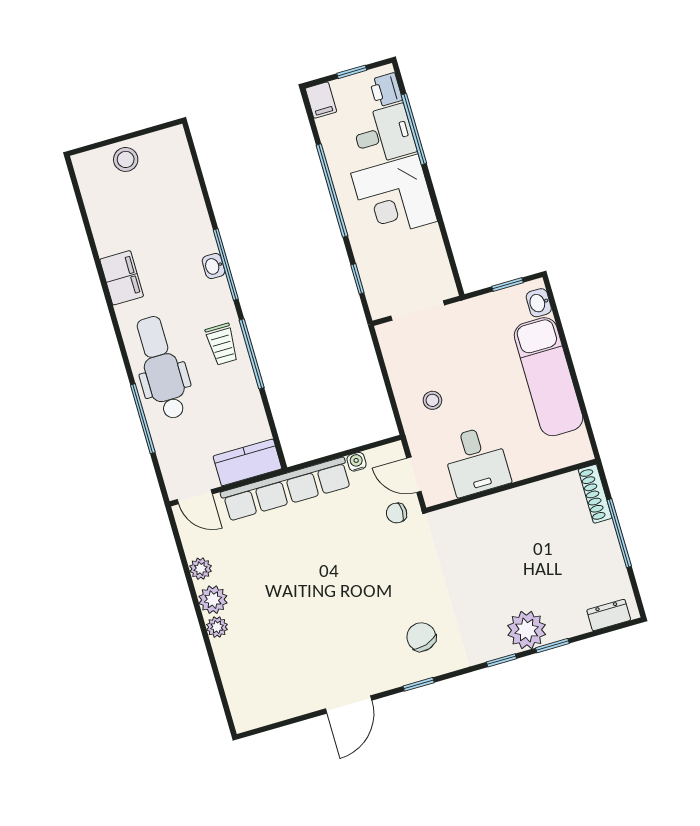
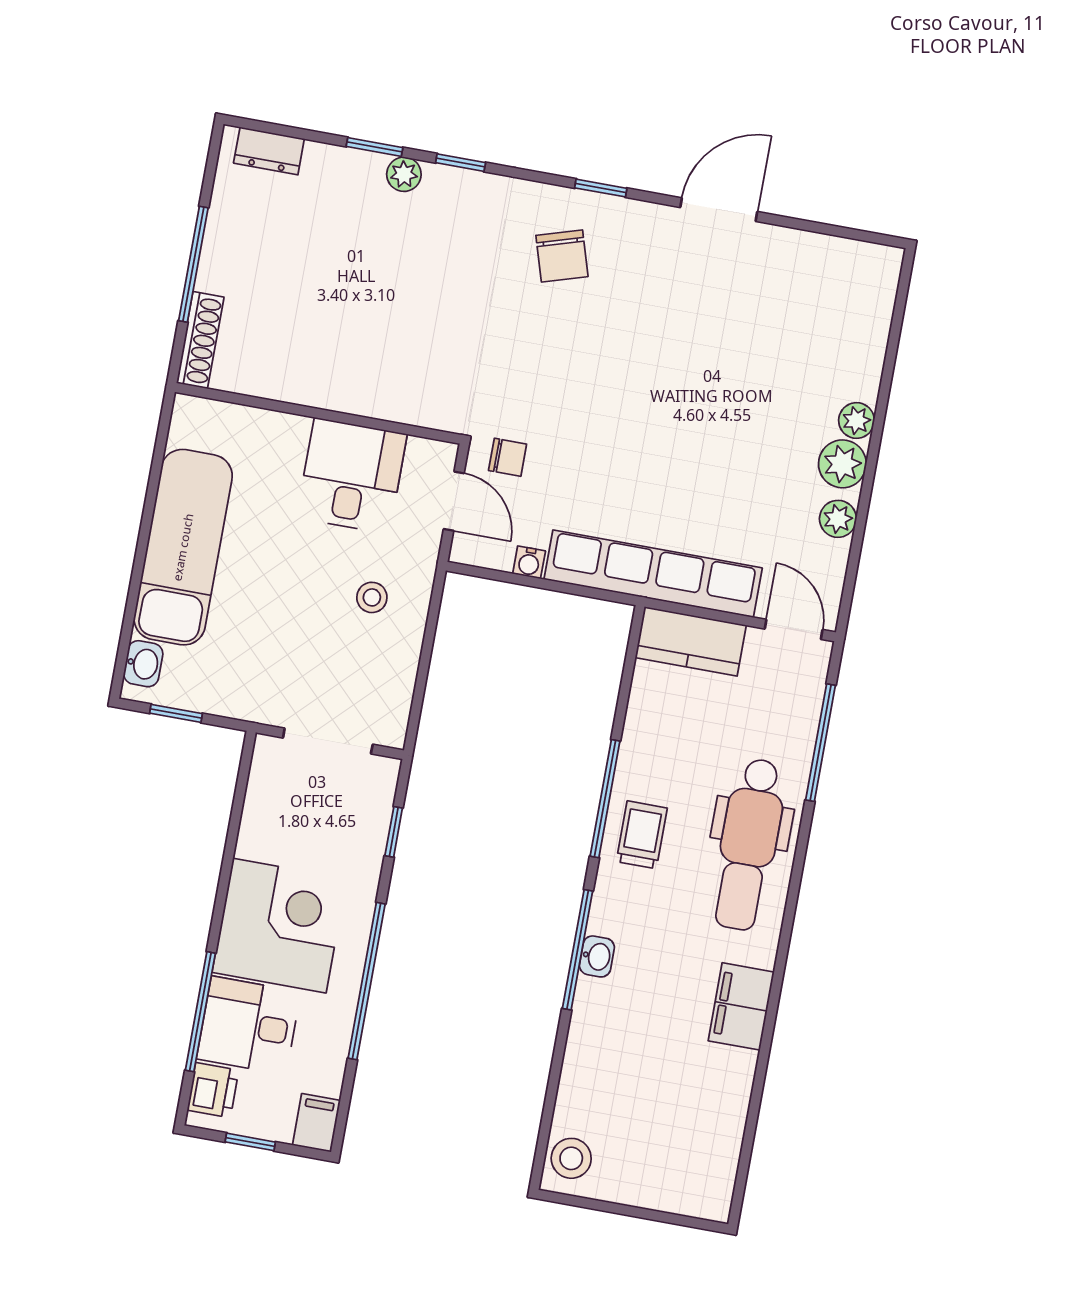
stool: (126, 159) -> (571, 1158), moved
window: (143, 419) -> (821, 743), moved
plant: (527, 630) -> (404, 174), width x0.53, depth x0.53

